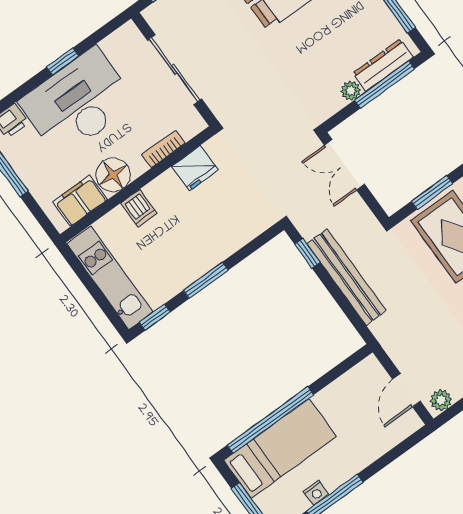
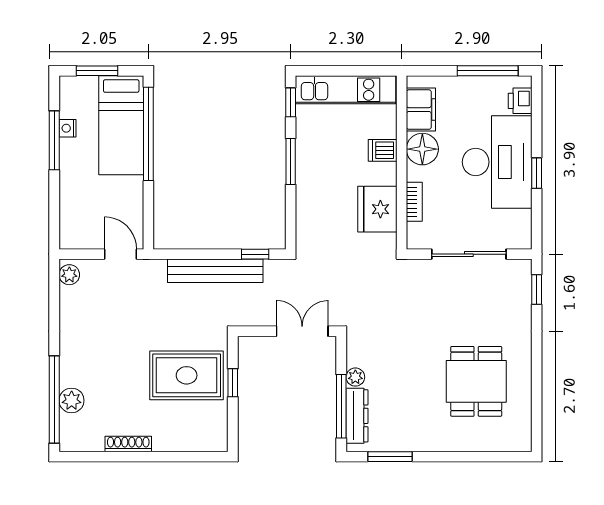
fridge: (195, 168) -> (377, 209), width x1.36, depth x1.34
window: (432, 192) -> (233, 383), width x0.67
door: (407, 390) -> (121, 254), moved

